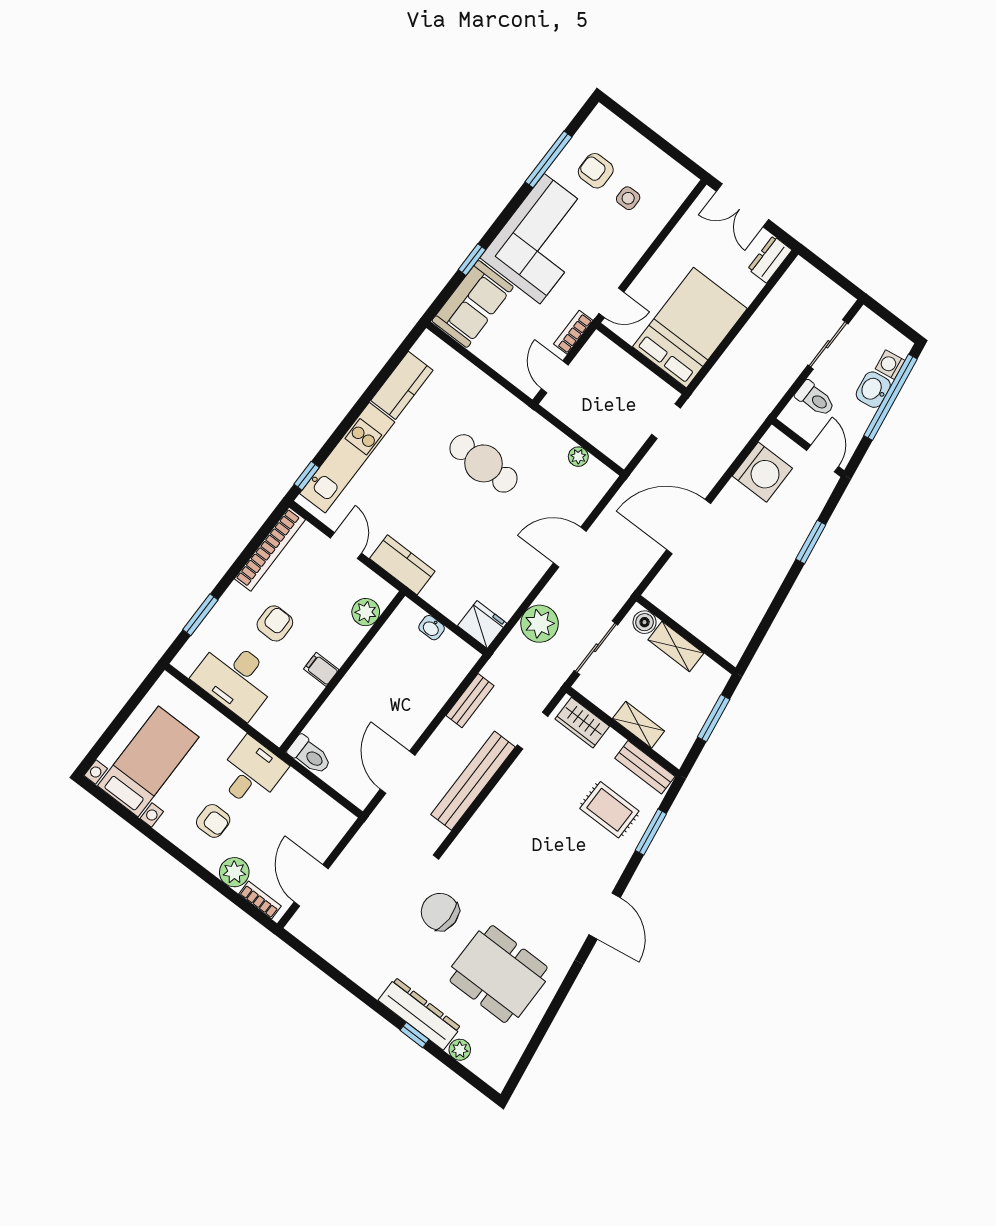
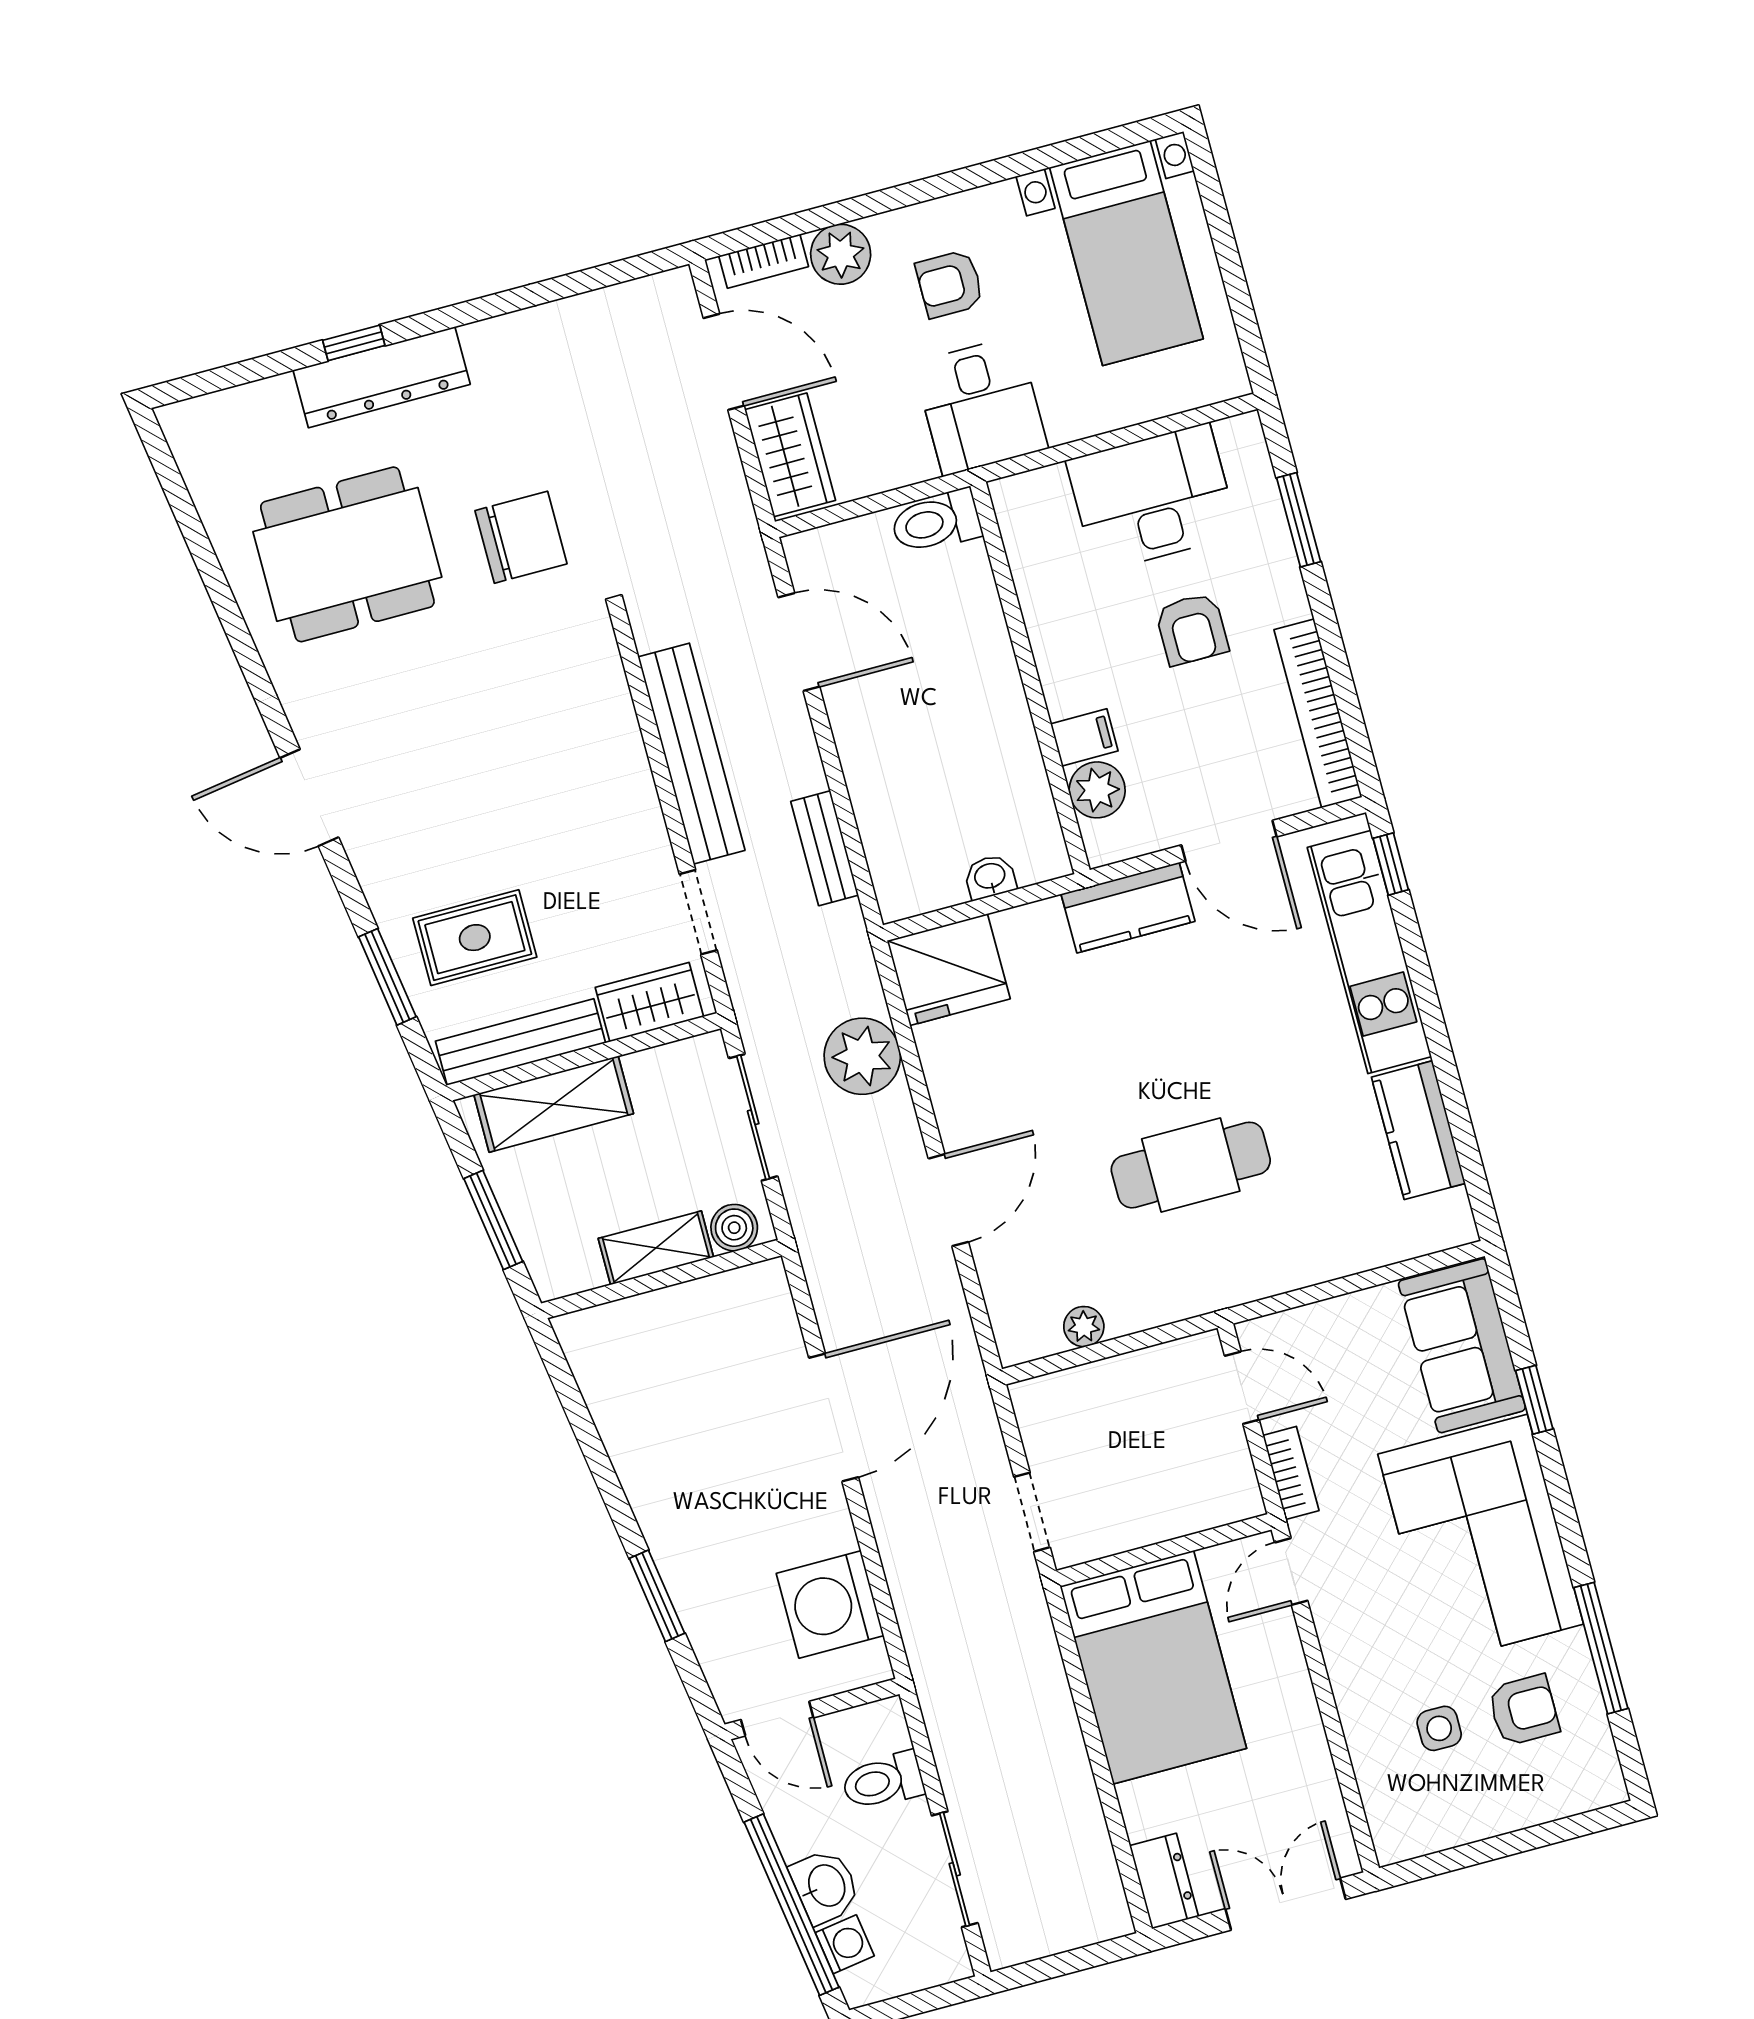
door: (346, 546) -> (1229, 841), width x1.38
fridge: (482, 624) -> (949, 970), width x1.36, depth x1.34
filing cabinet: (321, 669) -> (1084, 737), moved
shelving: (639, 725) -> (554, 1104), width x1.50, depth x1.33
bench: (645, 767) -> (520, 1042), width x1.36
wardrobe: (327, 832) -> (790, 455), added
plant: (460, 1050) -> (274, 398), removed

